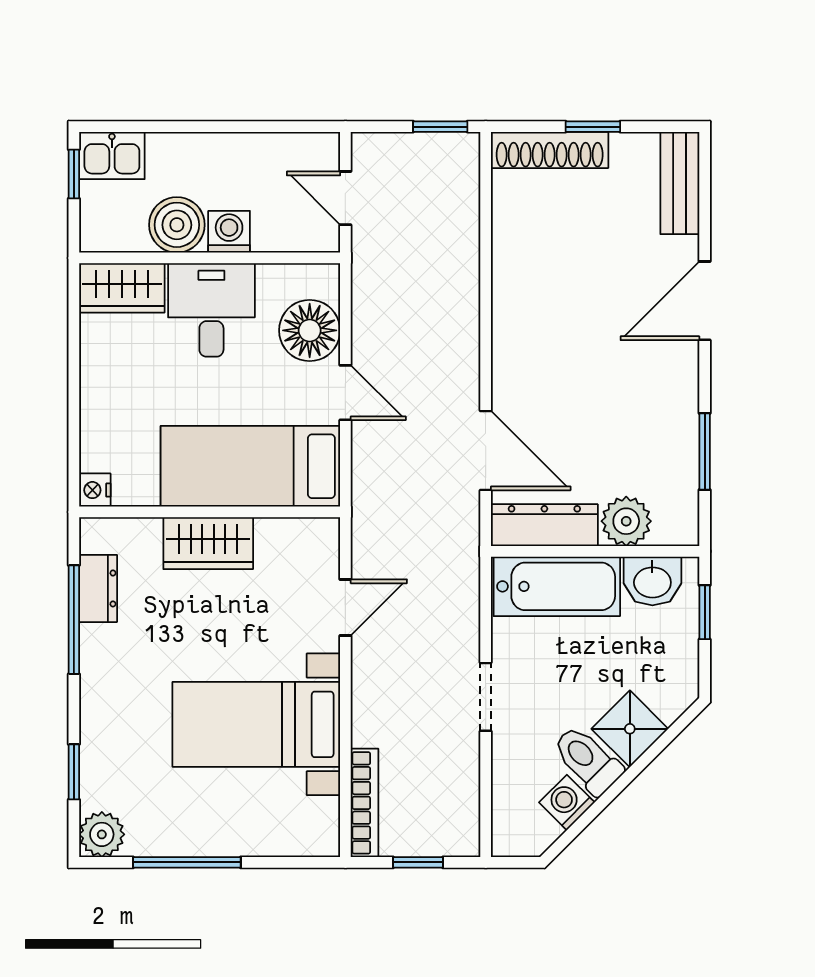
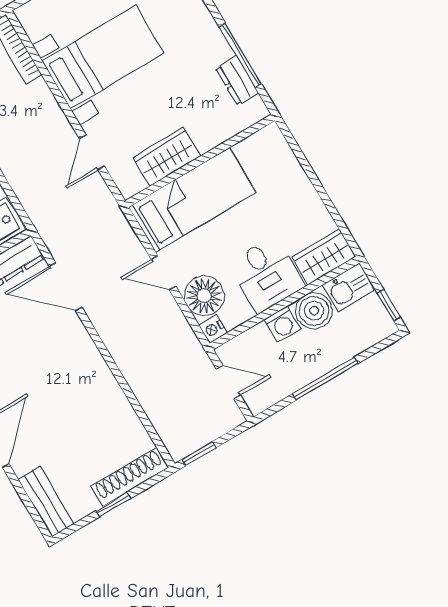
window: (215, 127) -> (325, 379), added
kitchen sink: (112, 155) -> (349, 287), moved, turned 180
nightstand: (95, 490) -> (213, 329), moved, turned 180
wardrobe: (208, 543) -> (167, 157), moved

